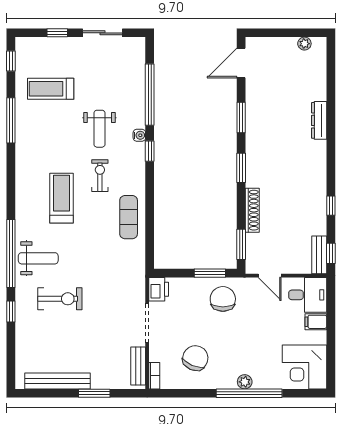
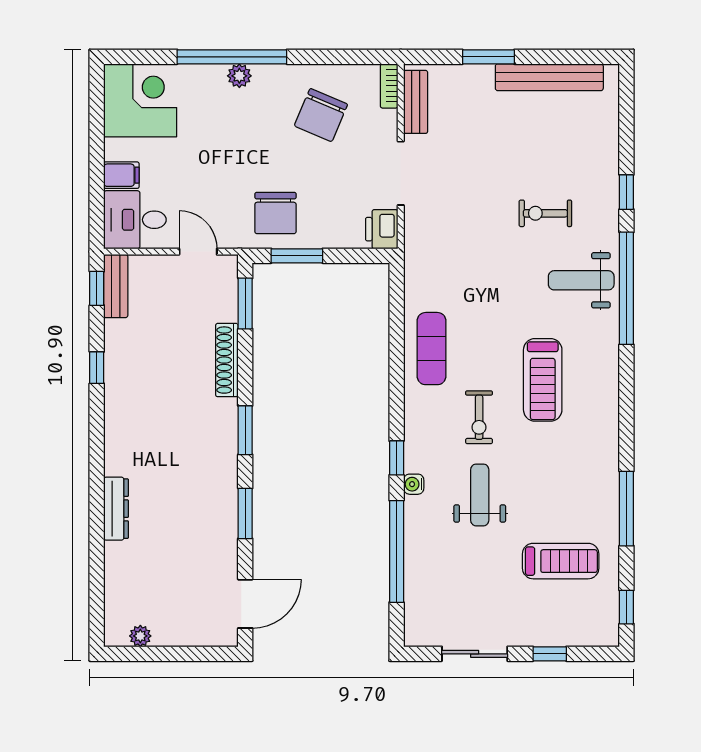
exercise bike: (60, 299) -> (545, 213), width x0.73, depth x0.72

